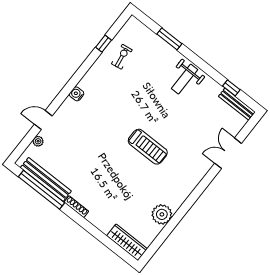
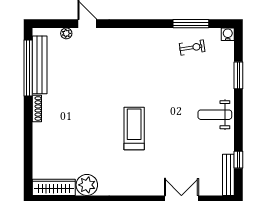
window: (103, 44) -> (191, 24), width x2.17
water cooler: (77, 94) -> (228, 34), moved
treadmill: (148, 147) -> (134, 128), turned 180
wardrobe: (127, 242) -> (54, 187), moved, turned -90

